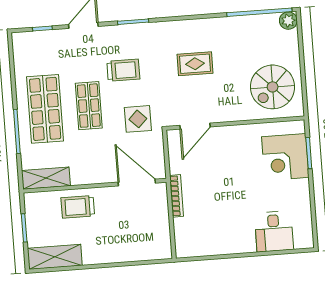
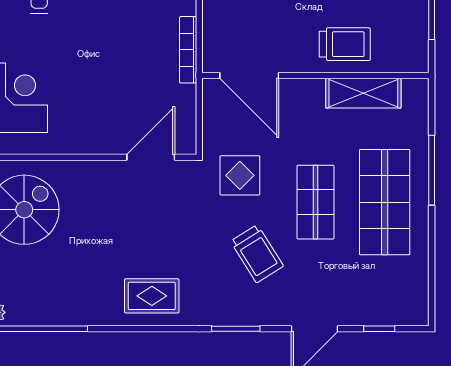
rug: (195, 64) -> (152, 296), moved
trolley: (123, 70) -> (257, 254), turned -122
shelving: (46, 178) -> (363, 93), moved

